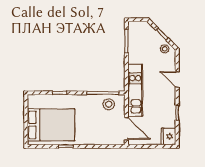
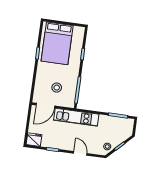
door: (177, 80) -> (80, 153), hinge flipped
stool: (109, 104) -> (57, 88), moved

